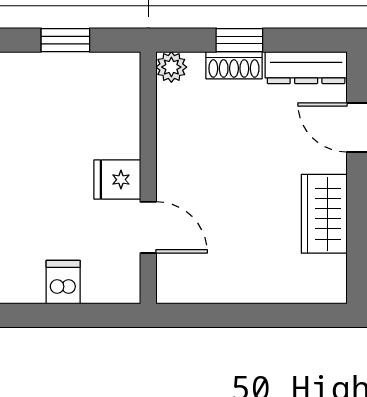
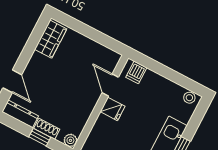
wardrobe: (324, 214) -> (51, 39), moved
dishwasher: (63, 282) -> (136, 72), moved

